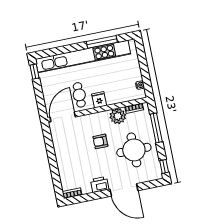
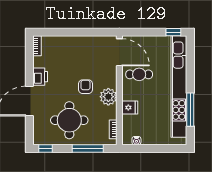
fridge: (99, 100) -> (130, 108), moved
plant: (118, 116) -> (108, 97), moved

